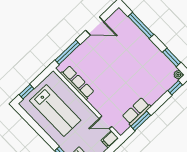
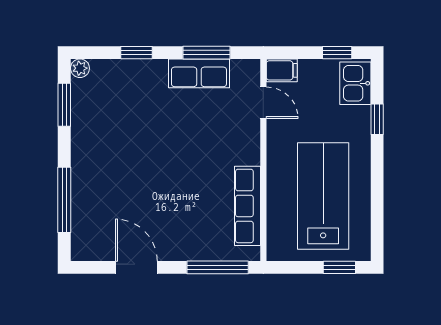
window: (175, 88) -> (137, 53), moved

